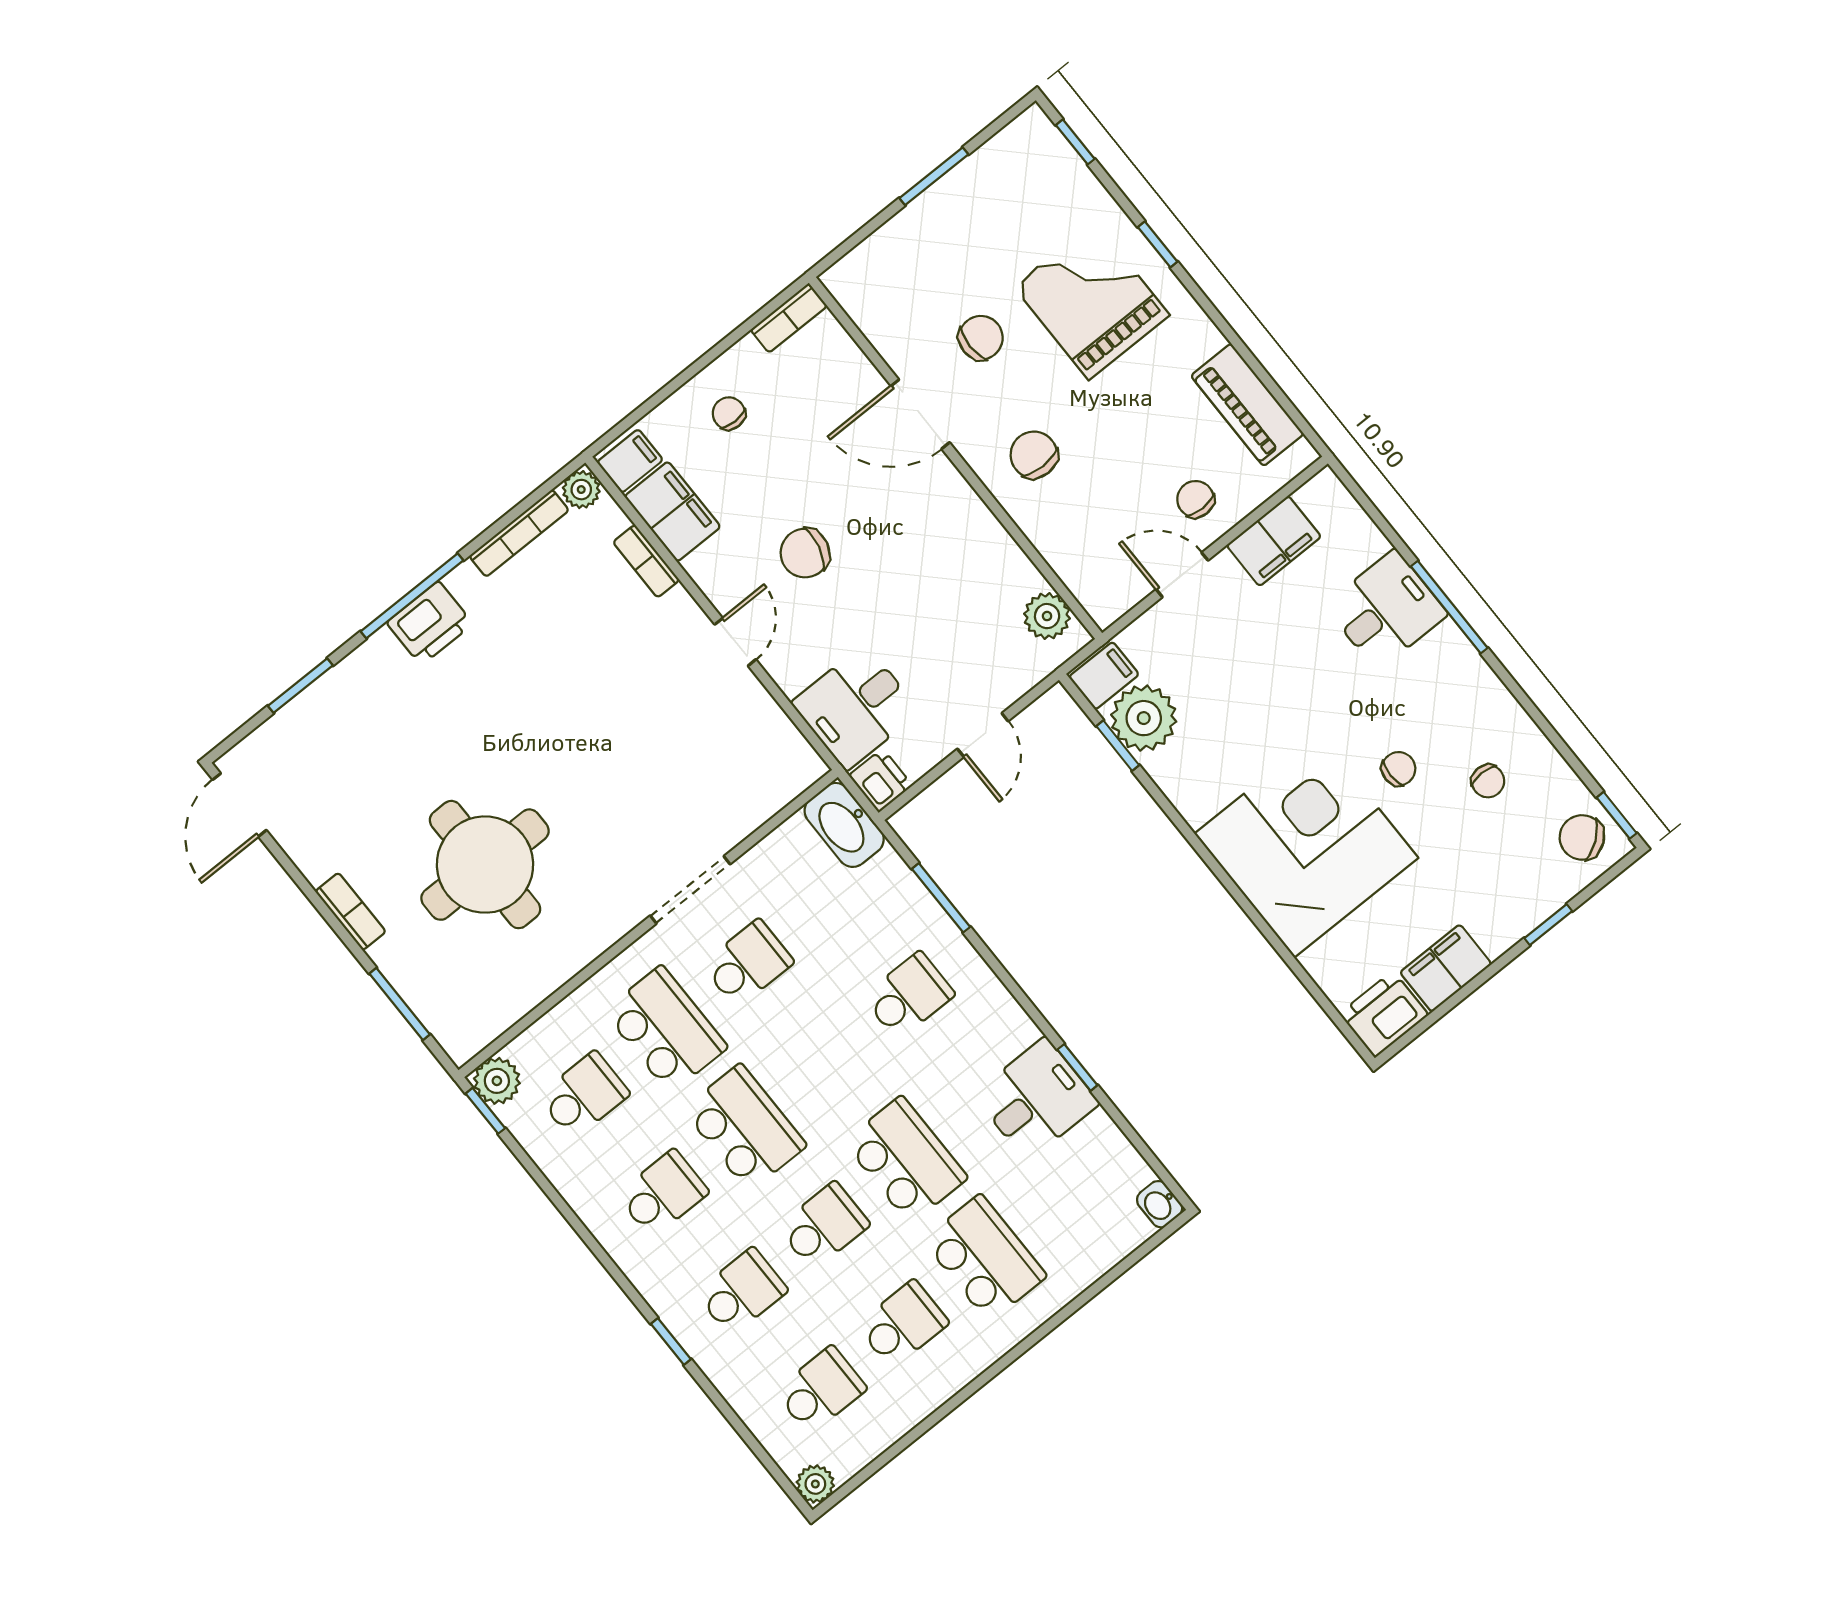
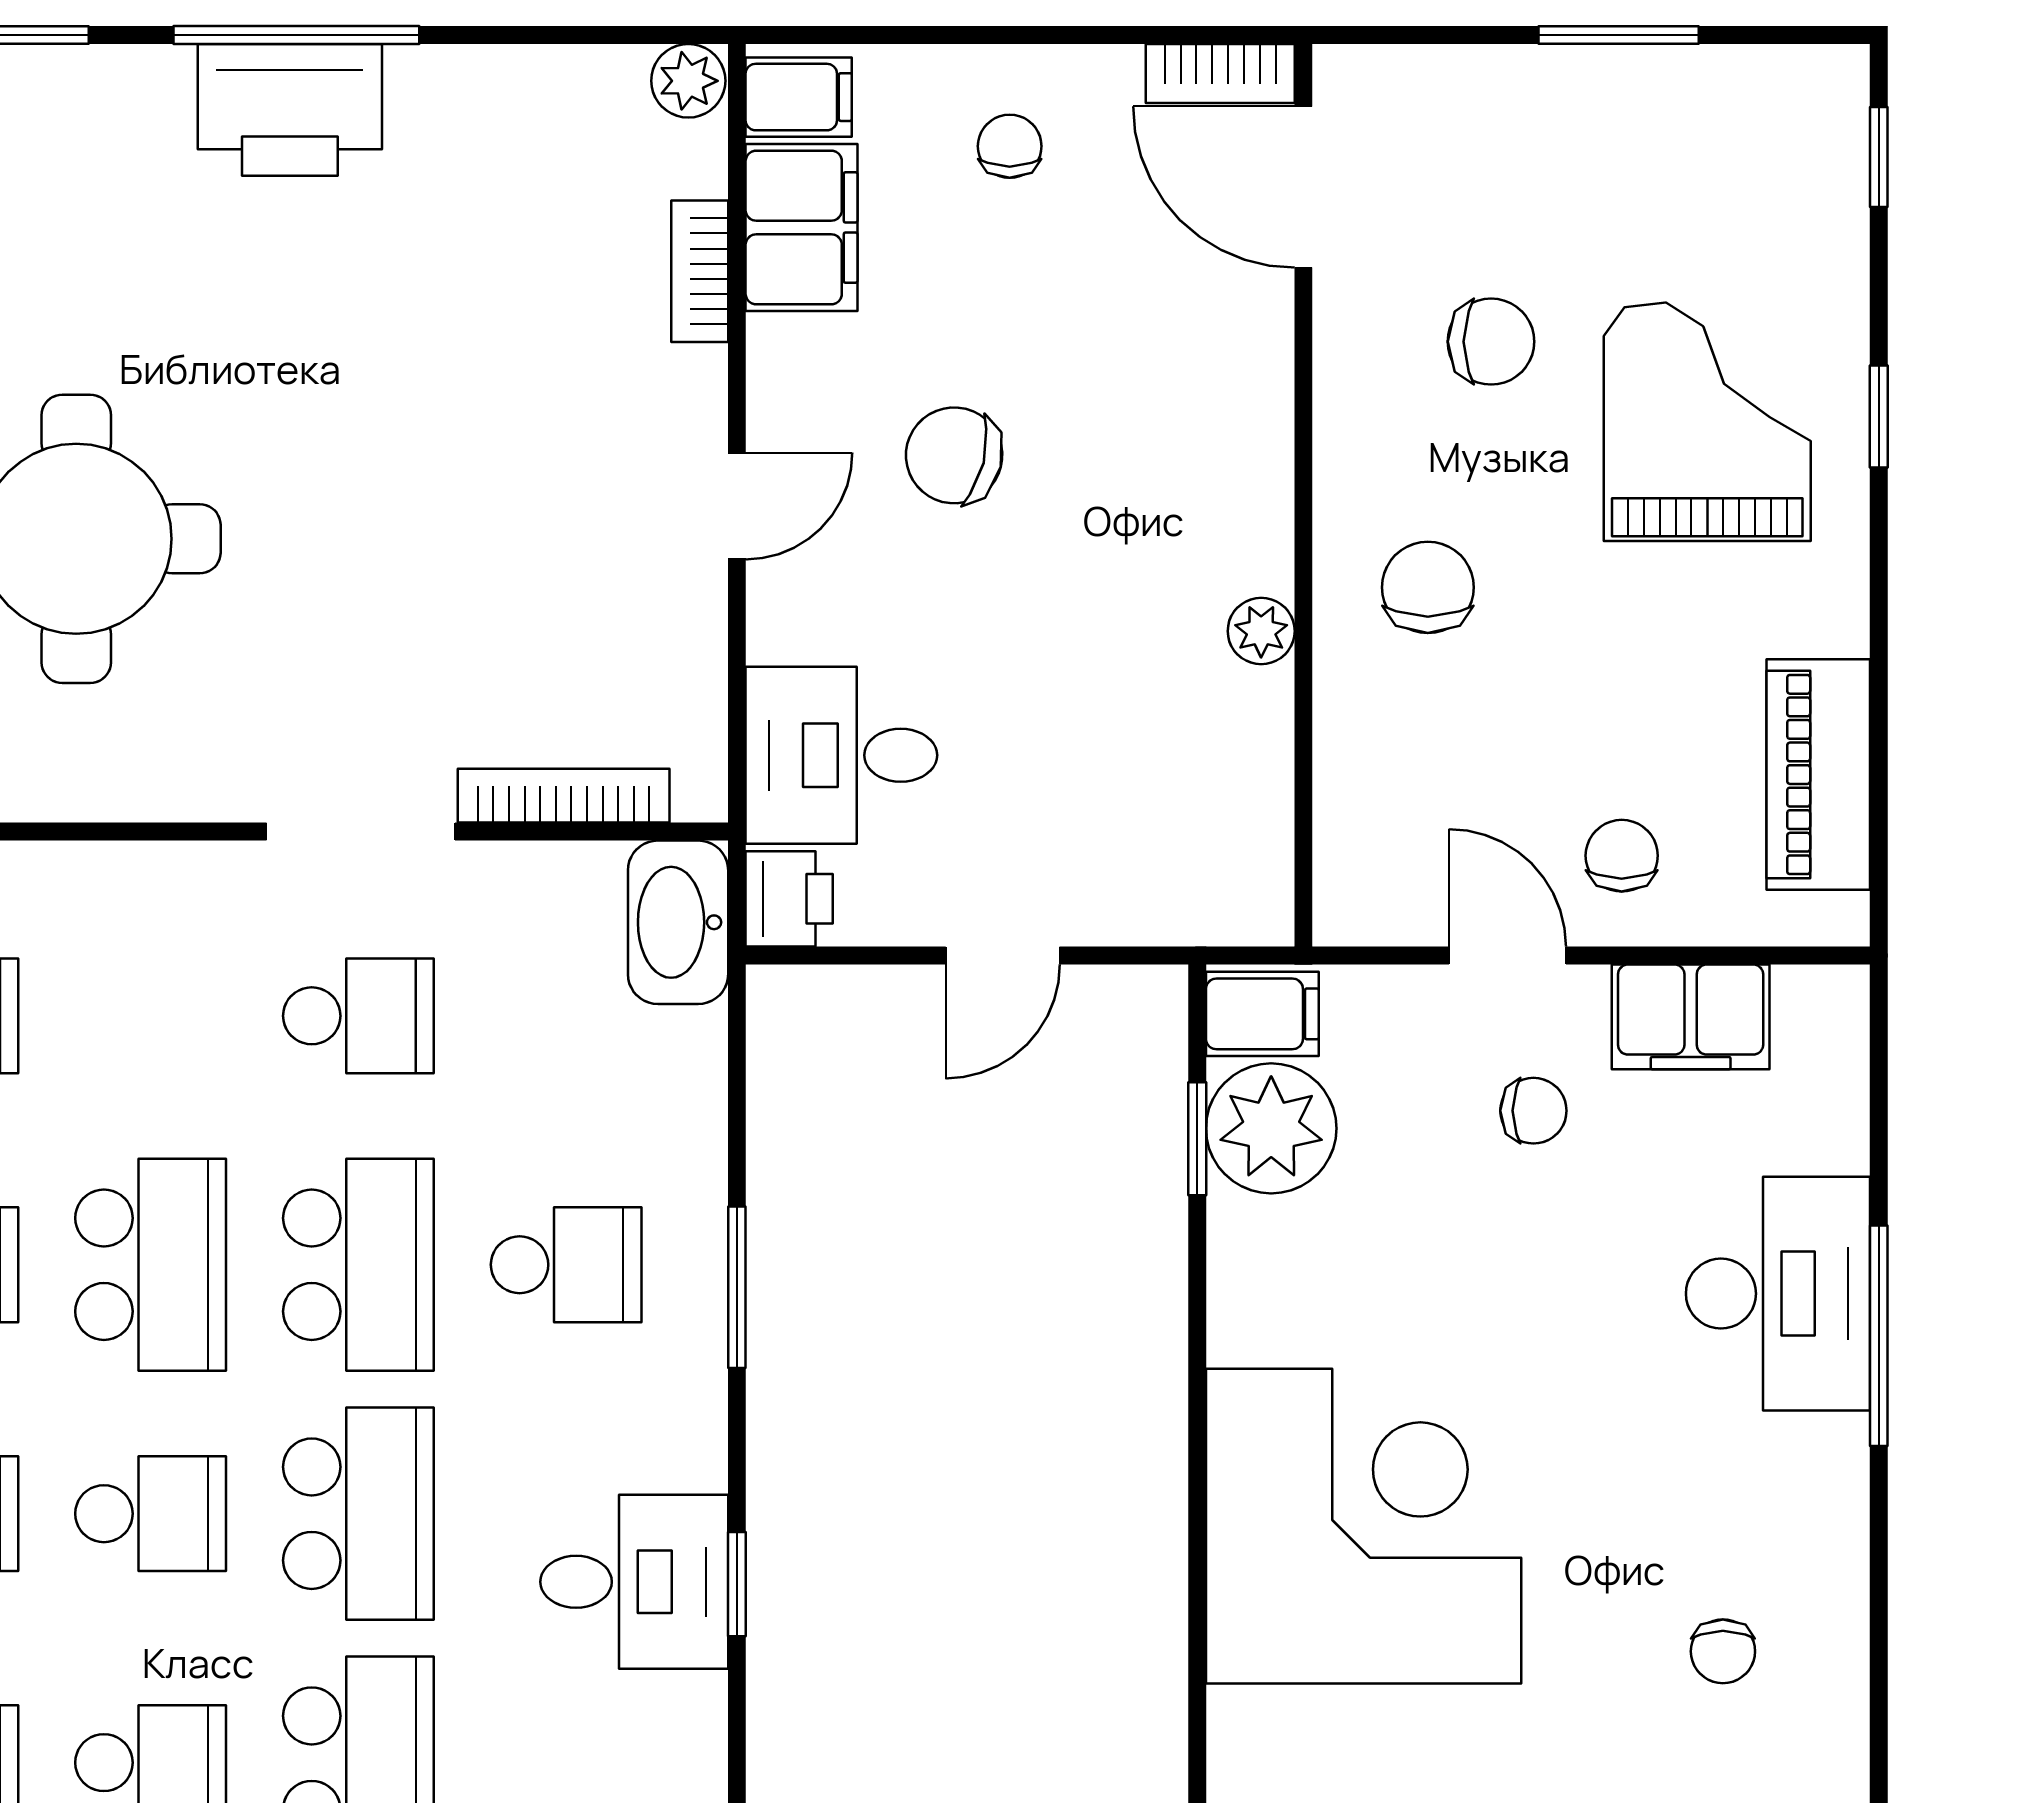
door: (920, 414) -> (1303, 187), moved
bookcase: (519, 533) -> (564, 796), moved, turned 180
desk: (1386, 610) -> (1778, 1294), width x1.37
plant: (1047, 616) -> (1261, 631), moved, width x0.73, depth x0.73
printer: (430, 623) -> (290, 110), width x1.37, depth x1.19
chair: (1399, 769) -> (1533, 1111), moved
window: (941, 898) -> (737, 1287), moved
school desk: (666, 1029) -> (358, 1265), moved

